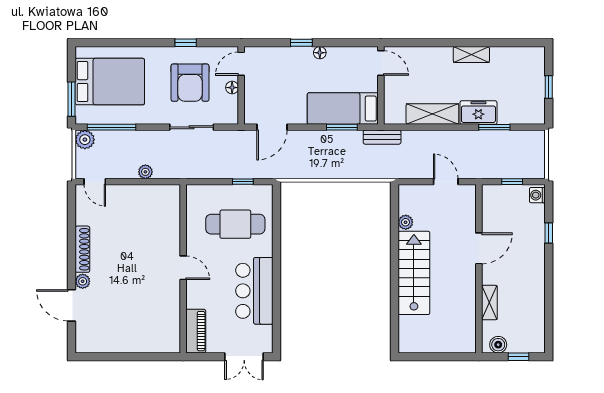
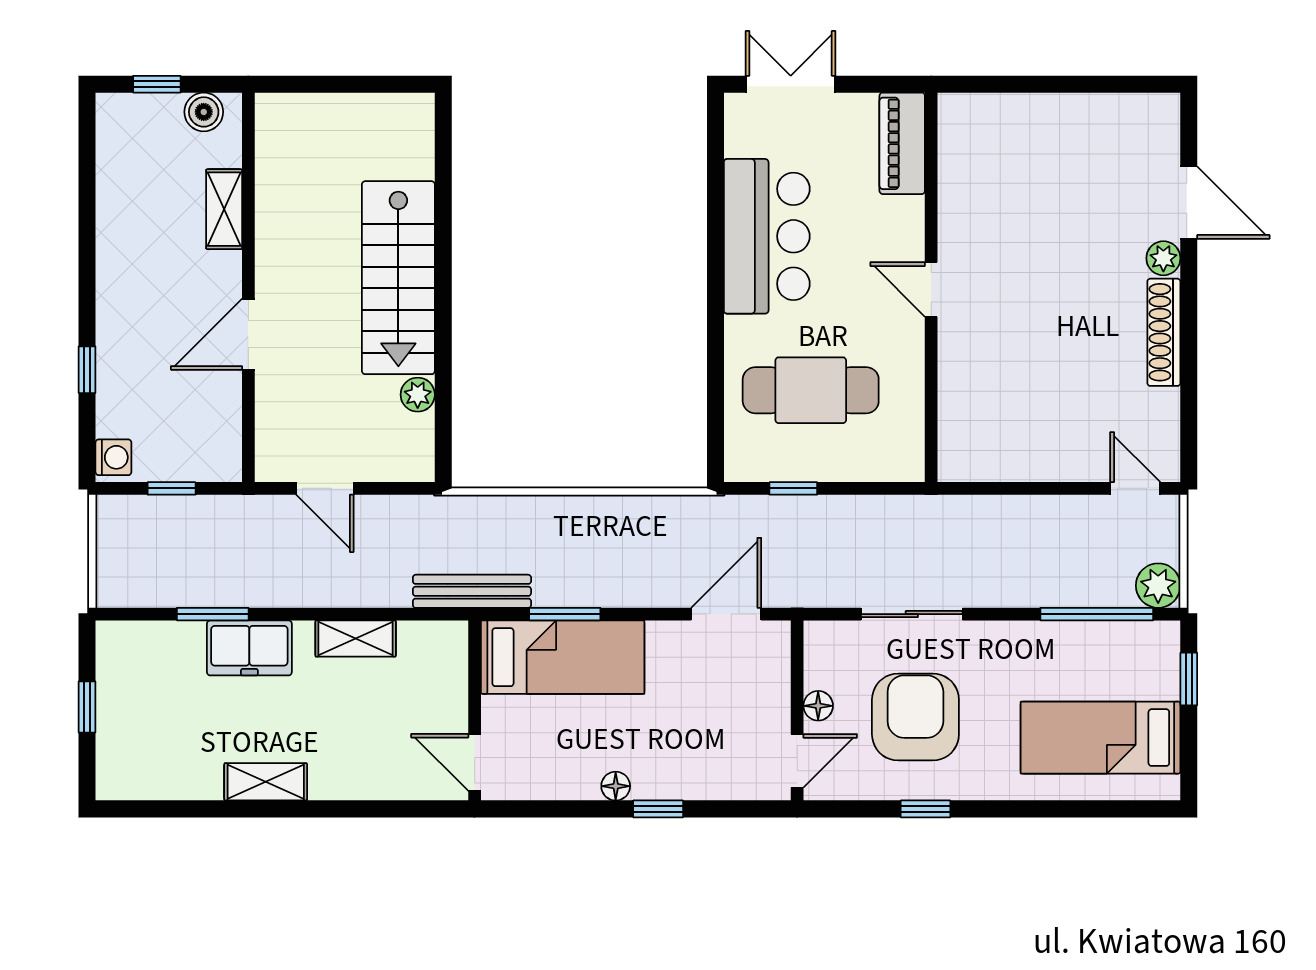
bed: (110, 82) -> (1101, 738), width x0.67
window: (72, 99) -> (1189, 679), width x0.67
shelving: (432, 114) -> (356, 639), width x0.67, depth x0.75
bench: (382, 137) -> (472, 591), width x1.36
plant: (145, 172) -> (1018, 511), removed

